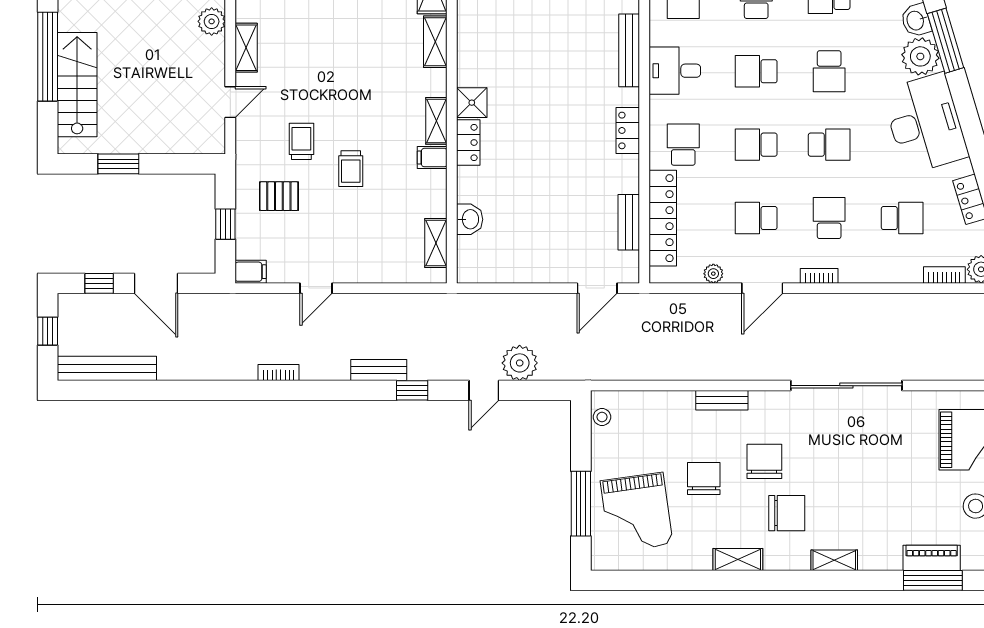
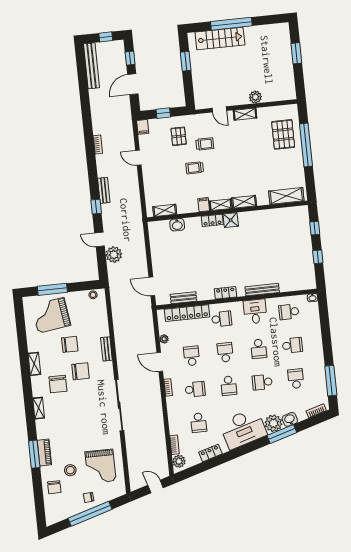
shelving: (435, 42) -> (244, 202), moved
school desk: (756, 71) -> (259, 349), turned 180

